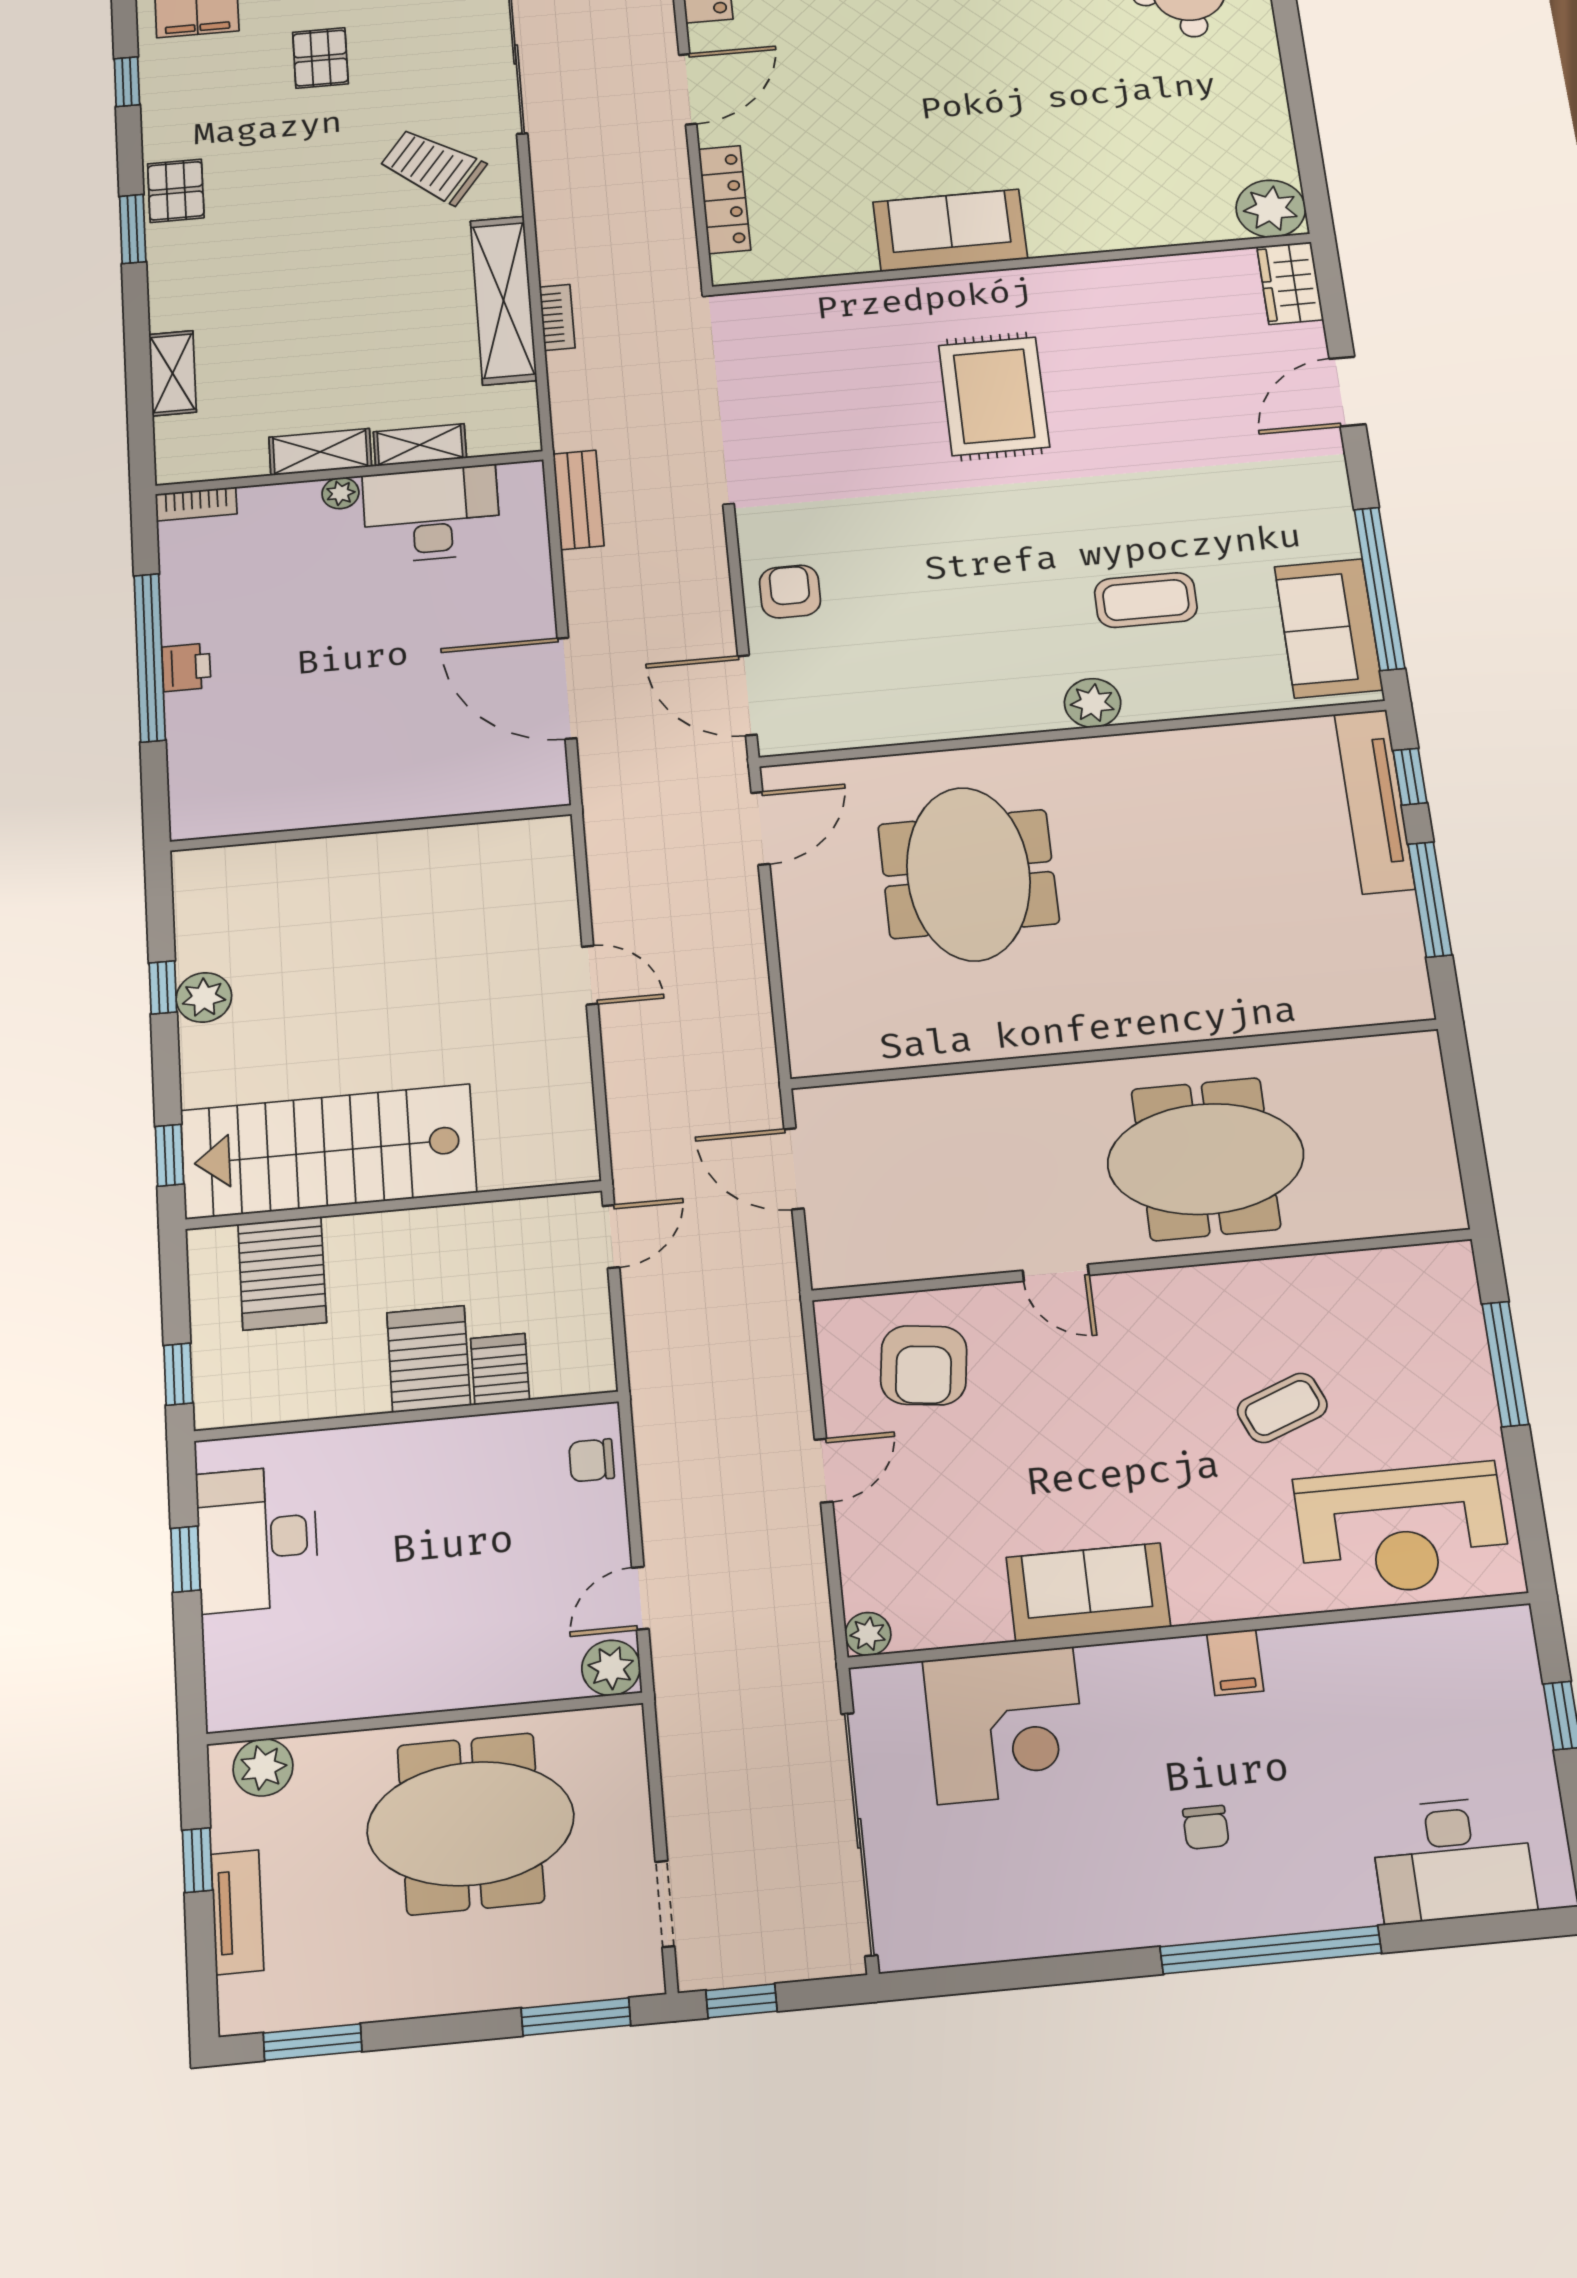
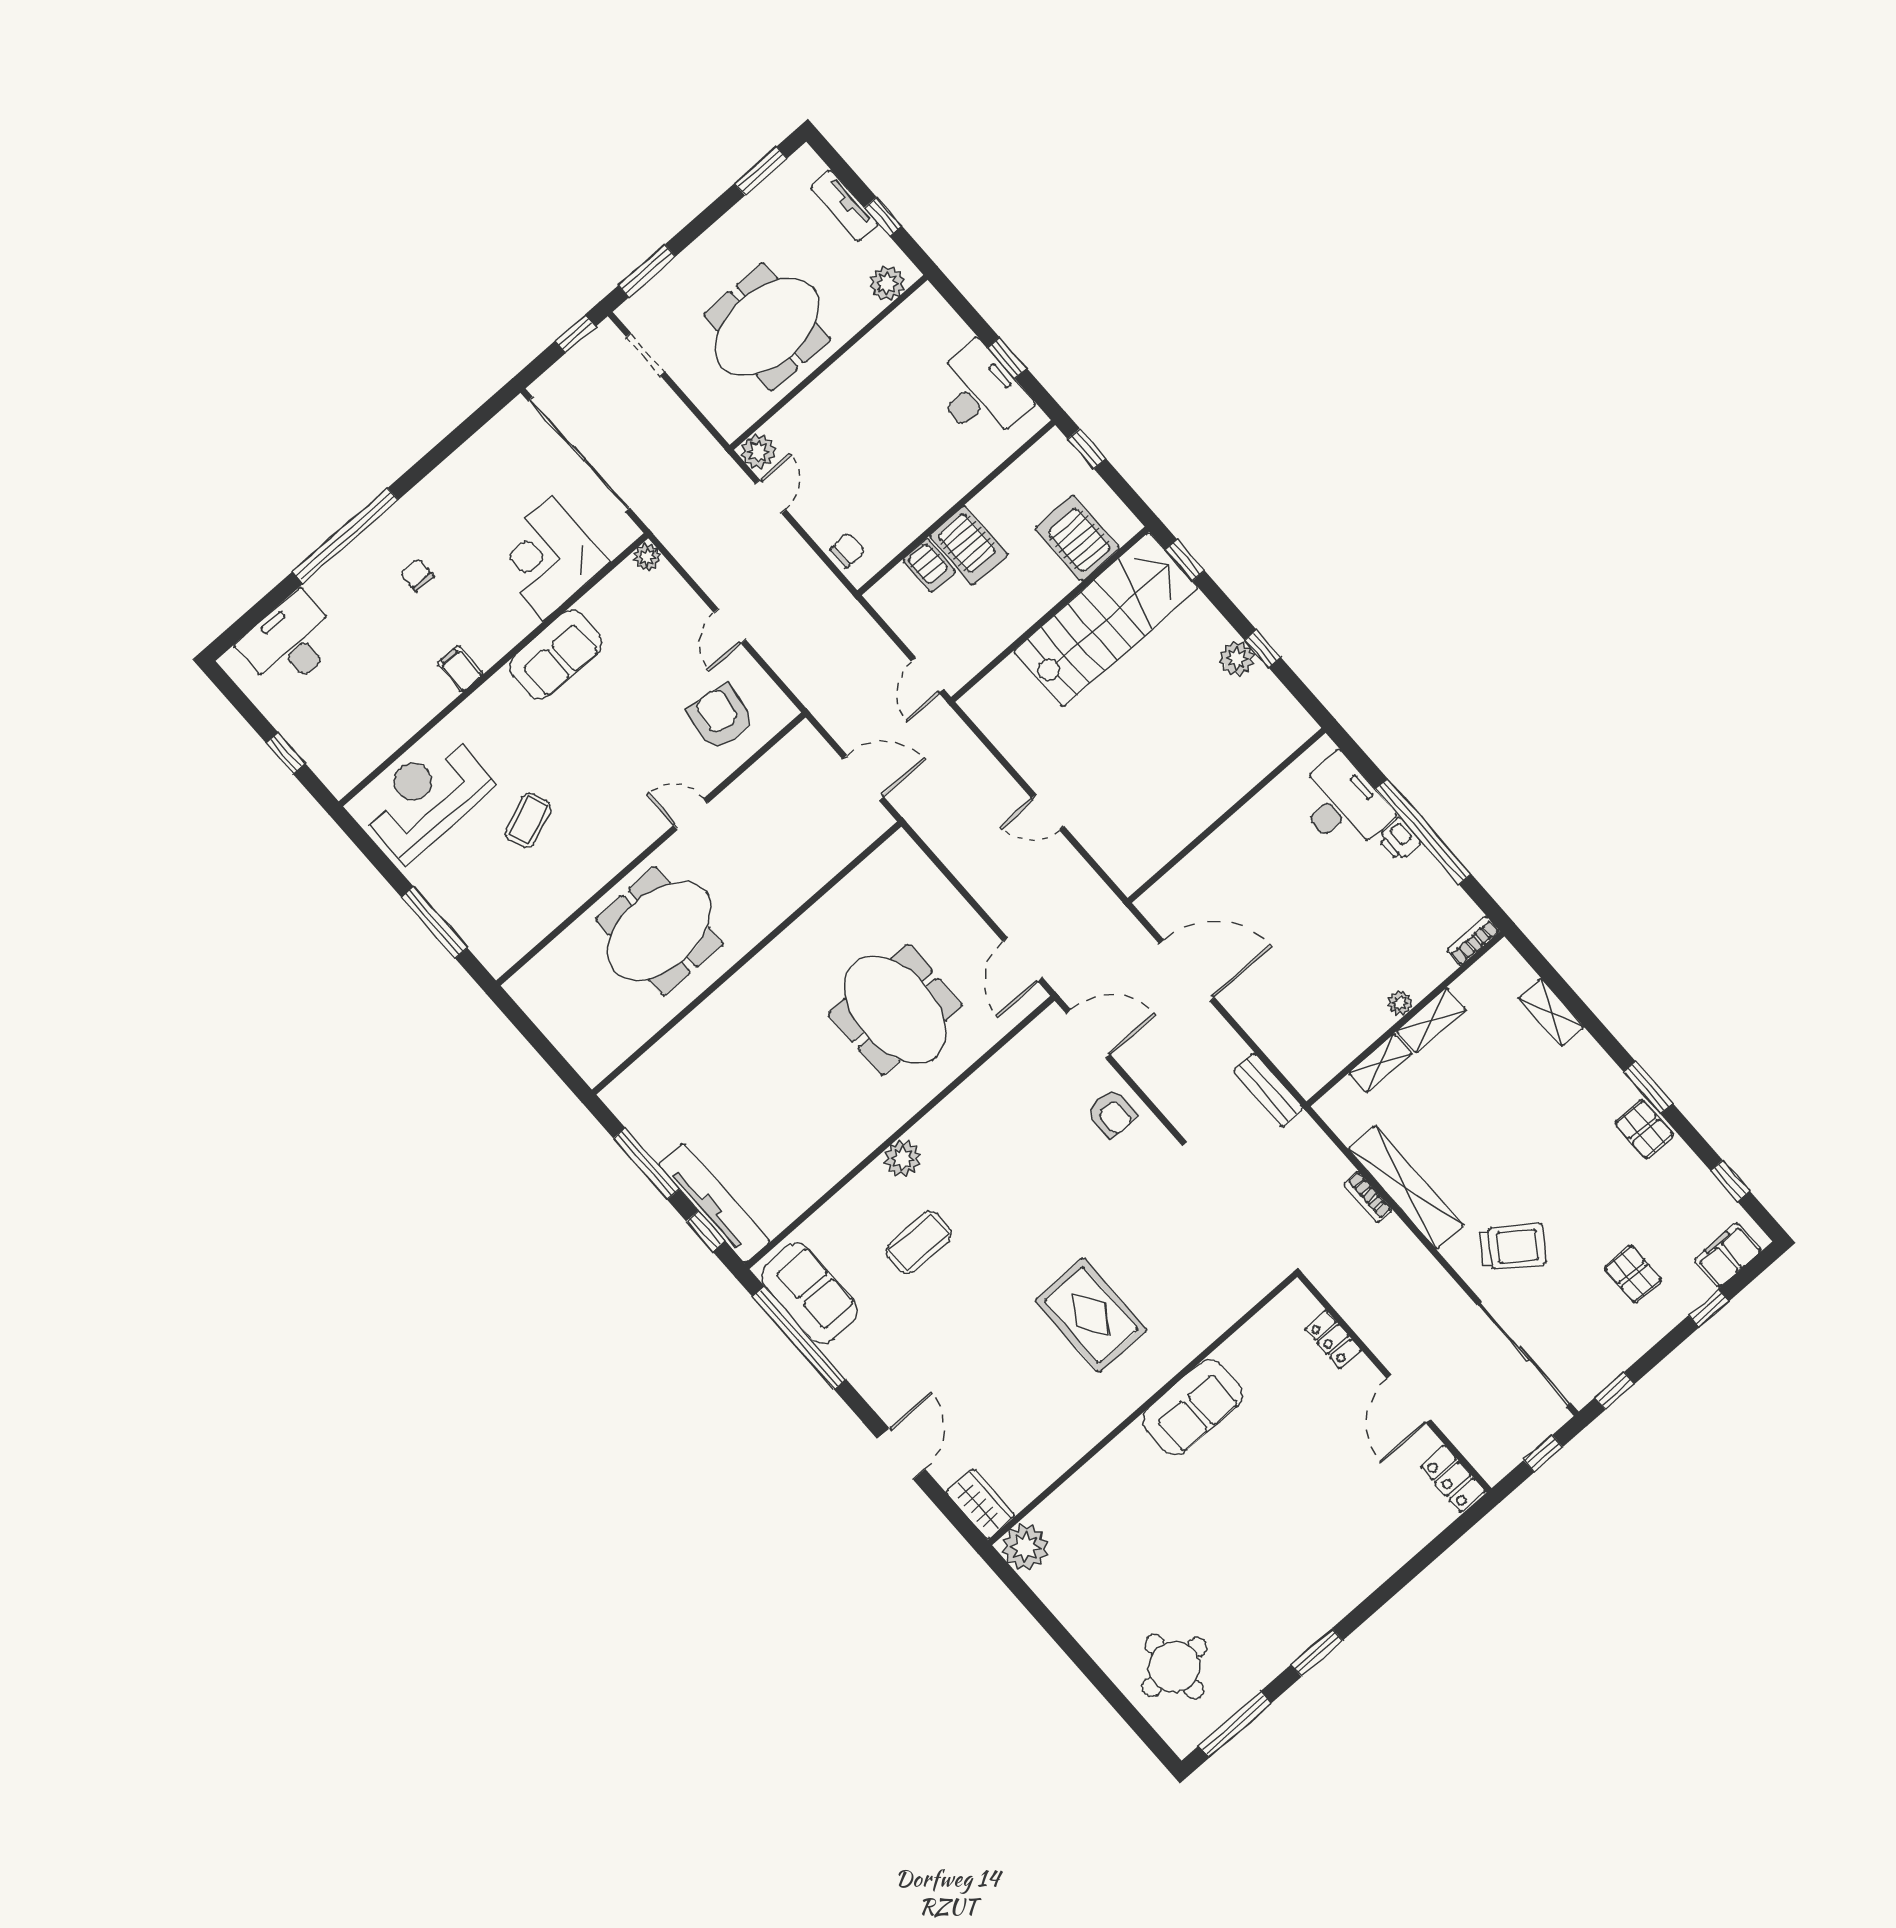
locker: (725, 199) -> (1333, 1339), width x0.66
desk: (432, 514) -> (1342, 804), moved, turned -90

